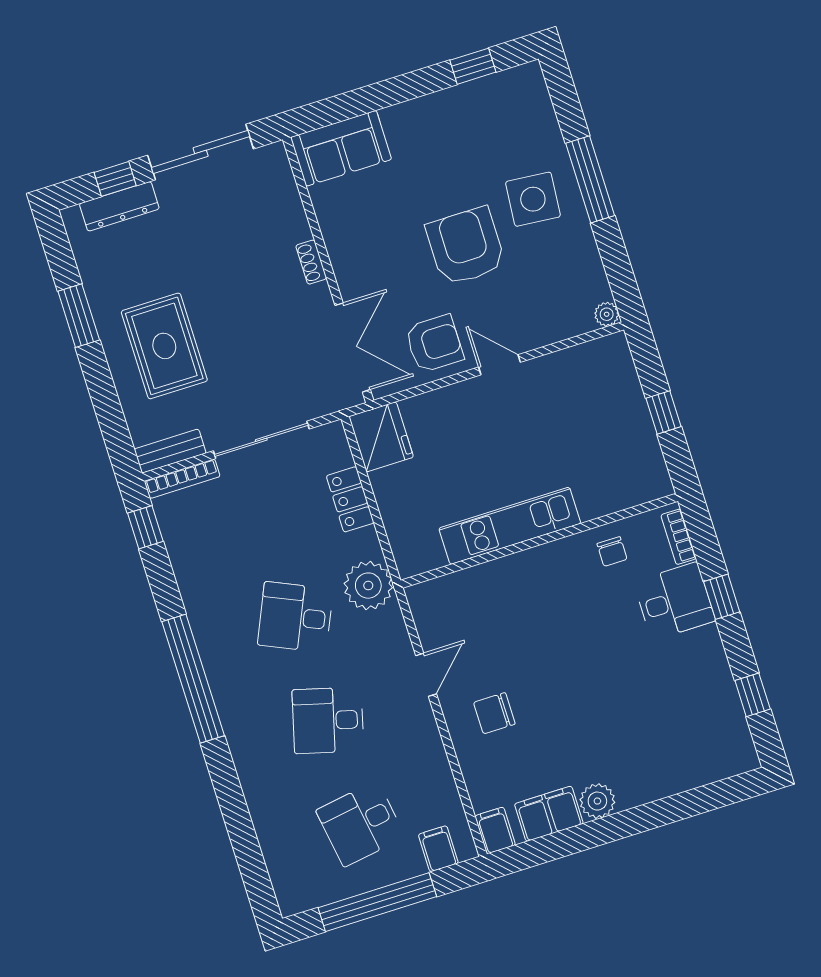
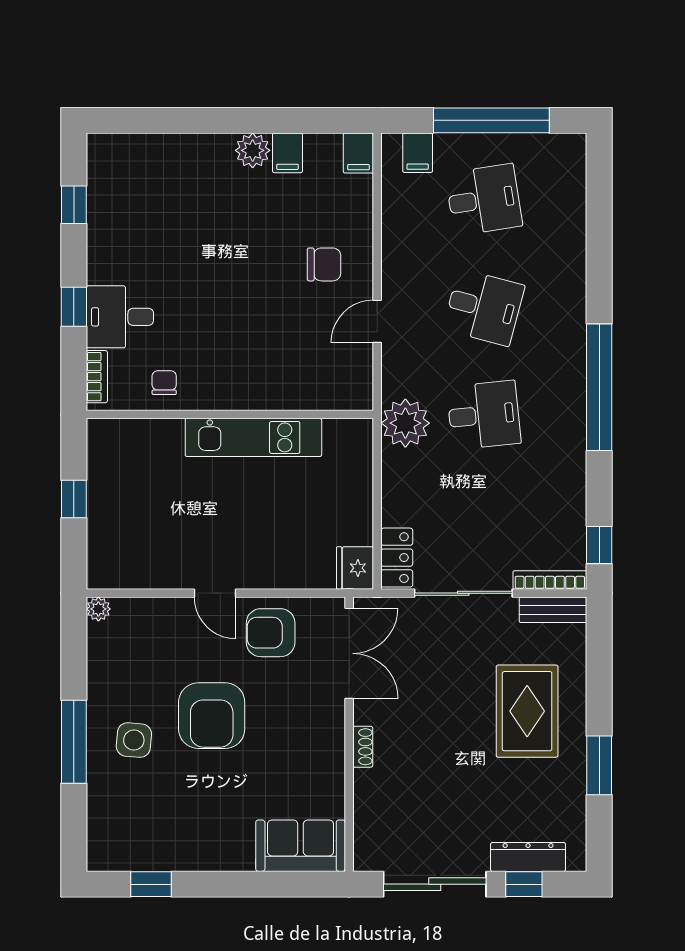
side table: (533, 199) -> (134, 740), width x0.73, depth x0.73
double door: (353, 347) -> (349, 653), swing flipped
fridge: (381, 437) -> (355, 568), width x0.73, depth x0.75
locker: (350, 499) -> (397, 558), moved
desk: (295, 617) -> (484, 415), turned -30
filing cabinet: (549, 814) -> (288, 153), width x0.50

